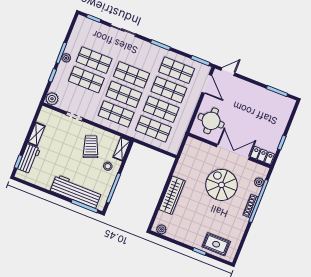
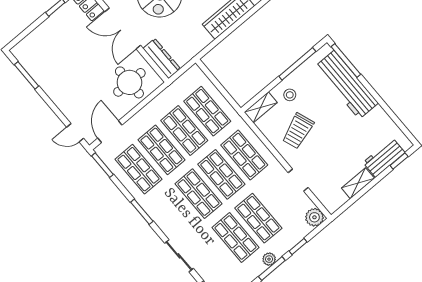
dresser: (199, 146) -> (162, 59), added

